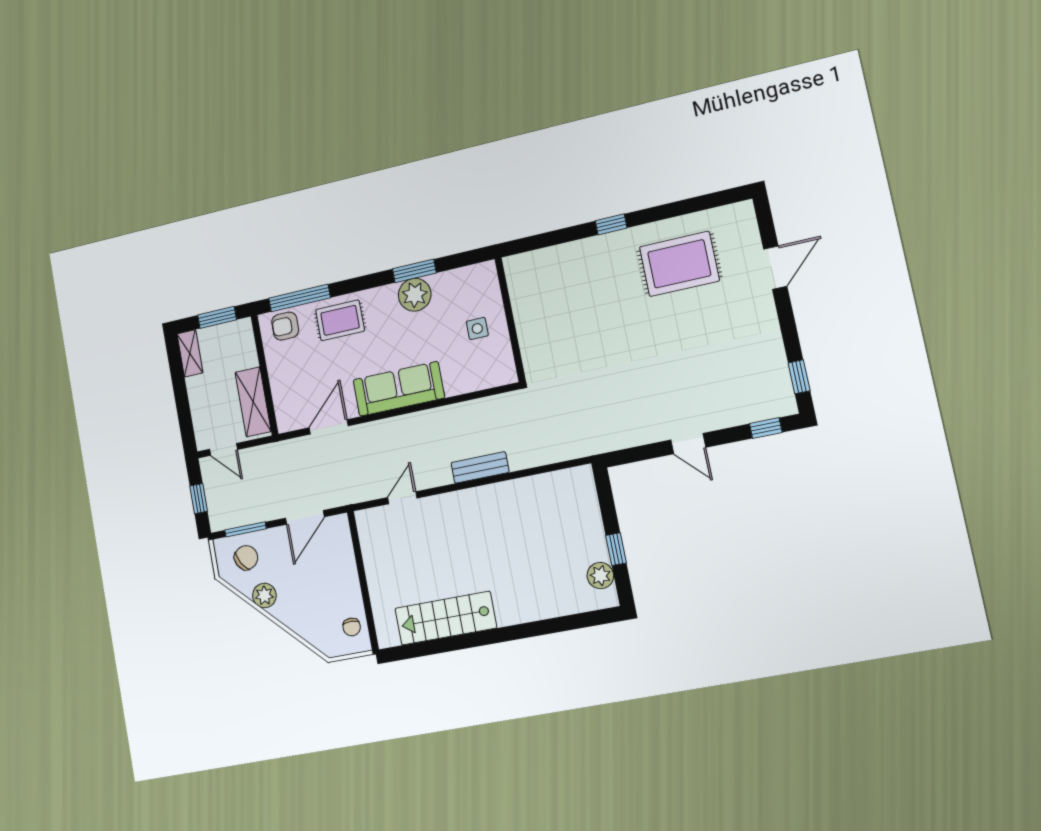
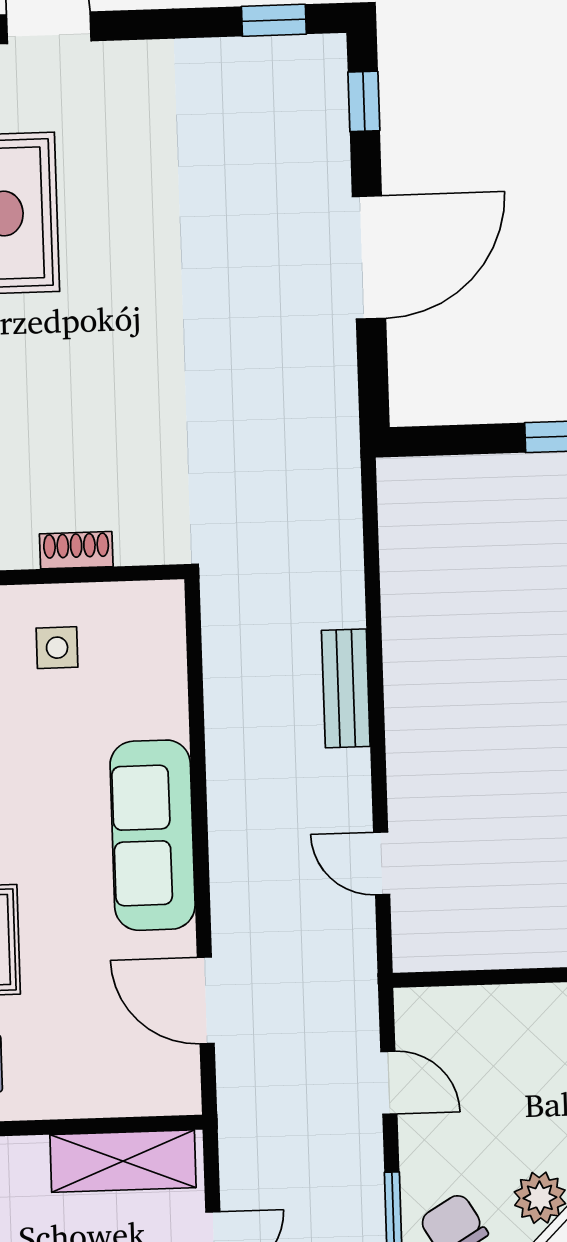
shoe rack: (524, 329) -> (76, 550), added
door: (688, 444) -> (369, 257), width x1.87
door: (305, 517) -> (389, 1083), width x0.73

